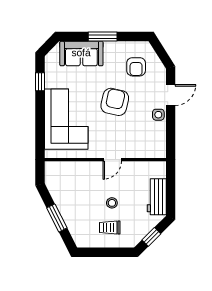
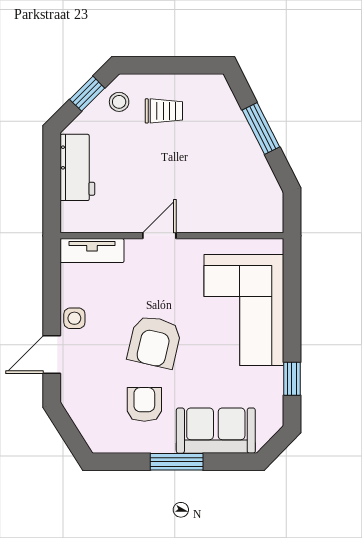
armchair: (136, 67) -> (144, 404), moved
tv unit: (149, 151) -> (92, 251), added
stool: (112, 203) -> (119, 102), moved

